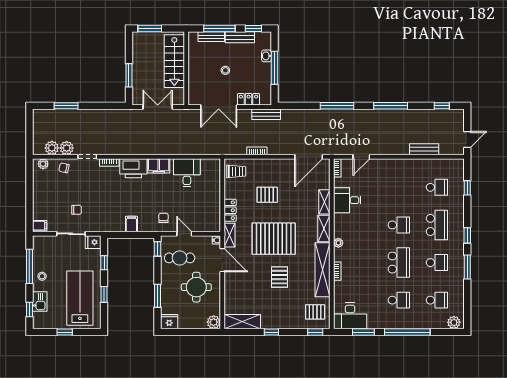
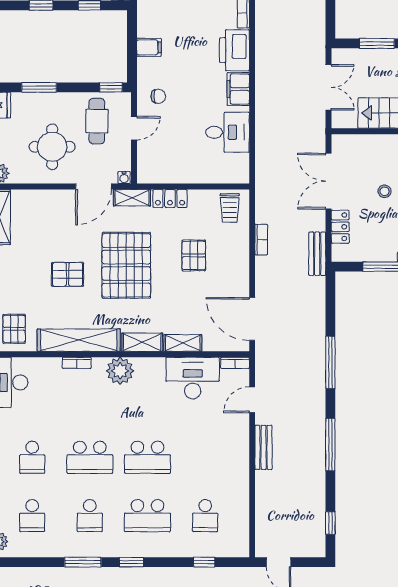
bench: (424, 149) -> (263, 447), moved
door: (361, 157) -> (252, 400), hinge flipped
desk: (347, 200) -> (193, 378), width x1.37
school desk: (399, 225) -> (147, 457), width x1.85
plant: (338, 243) -> (120, 371), width x1.87, depth x1.87

